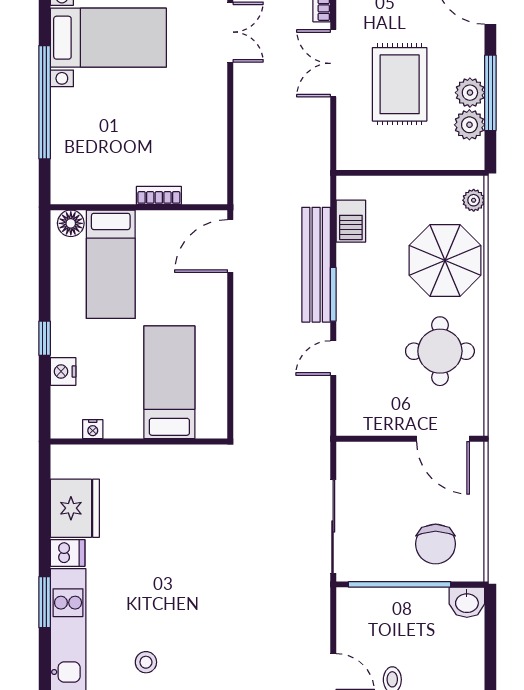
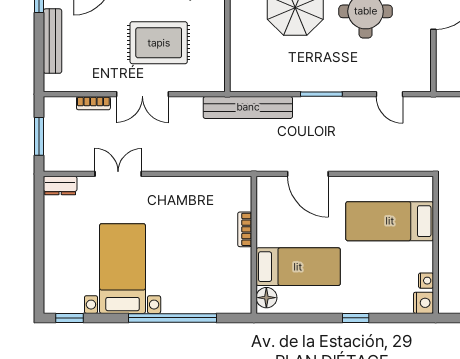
barbecue: (351, 221) -> (265, 80), removed
door: (230, 246) -> (308, 174), moved
bench: (316, 265) -> (248, 107), moved
door: (333, 358) -> (389, 94), moved
nightstand: (63, 371) -> (423, 303), moved, turned -90

